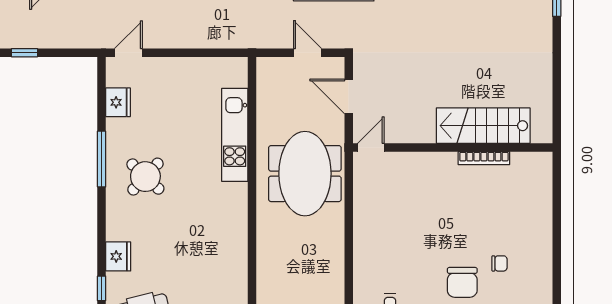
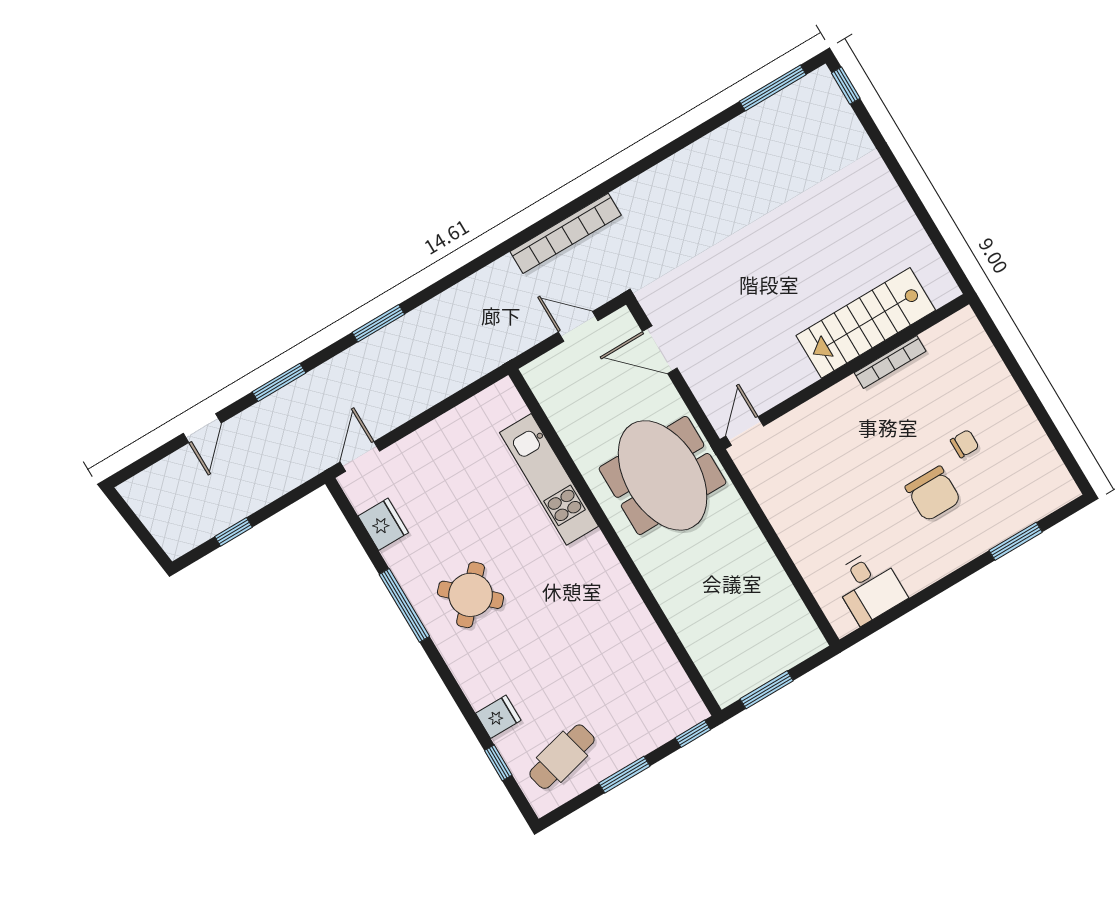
stairs: (483, 126) -> (866, 323), moved
door: (371, 147) -> (745, 431), moved
wall: (453, 147) -> (844, 372), moved
bookcase: (484, 158) -> (890, 362), moved
fridge: (118, 256) -> (498, 717), width x0.72

